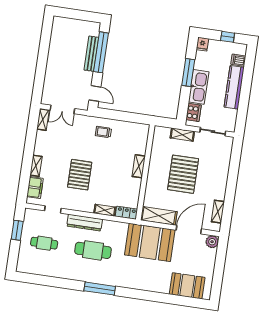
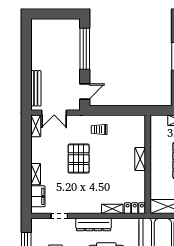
bench: (91, 54) -> (36, 88), moved
door: (95, 93) -> (85, 92), hinge flipped
pallet: (80, 175) -> (79, 159), moved

